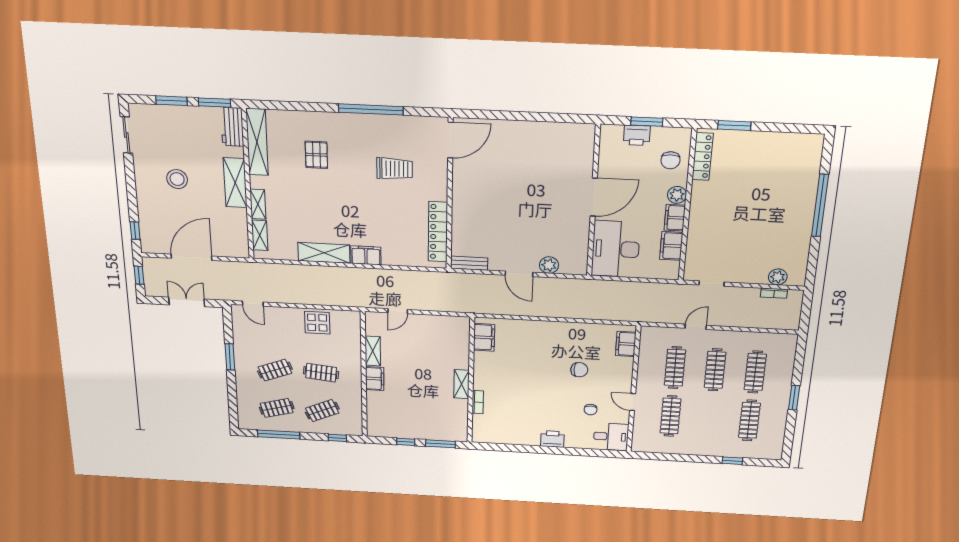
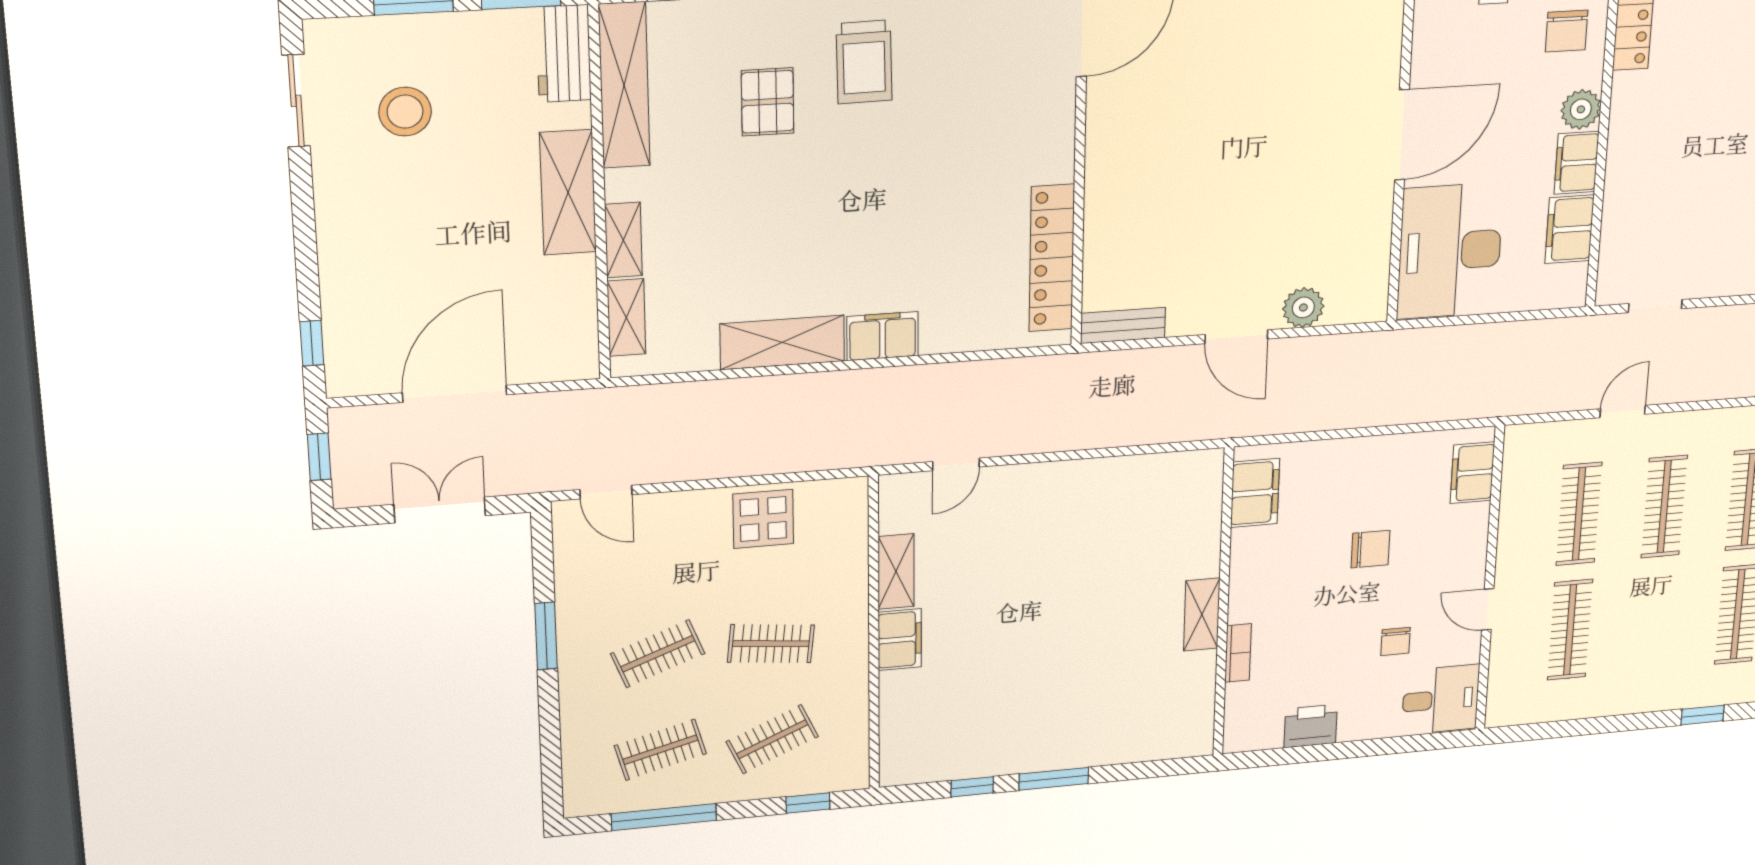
trolley: (395, 169) -> (864, 62), moved, turned 89
stool: (177, 179) -> (405, 112), moved
filing cabinet: (484, 337) -> (1255, 493), moved
wall: (471, 381) -> (1223, 603), moved
shelving: (461, 384) -> (1202, 615), moved
bookcase: (478, 402) -> (1238, 653), moved

